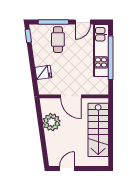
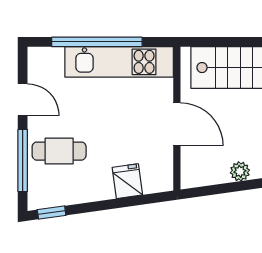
kitchen unit: (101, 50) -> (119, 62), moved
door: (71, 96) -> (177, 124), hinge flipped
plant: (52, 122) -> (240, 171), width x0.53, depth x0.53

